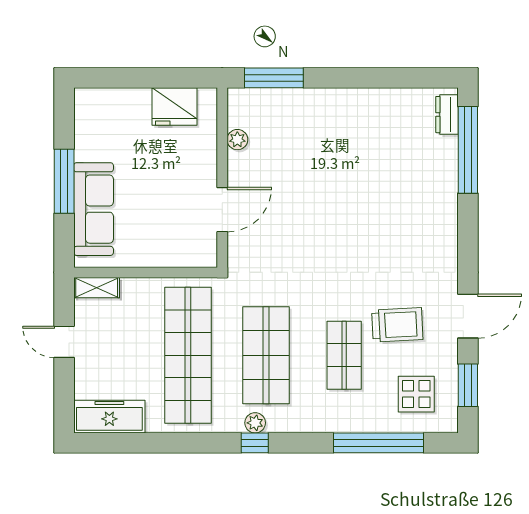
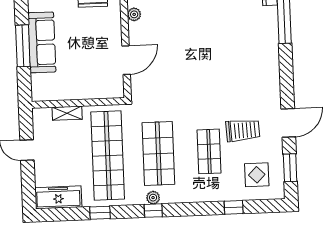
sofa: (94, 209) -> (42, 42), moved
shelving: (97, 288) -> (67, 113), moved
window: (173, 443) -> (100, 213), added
window: (378, 443) -> (234, 207), width x0.32

